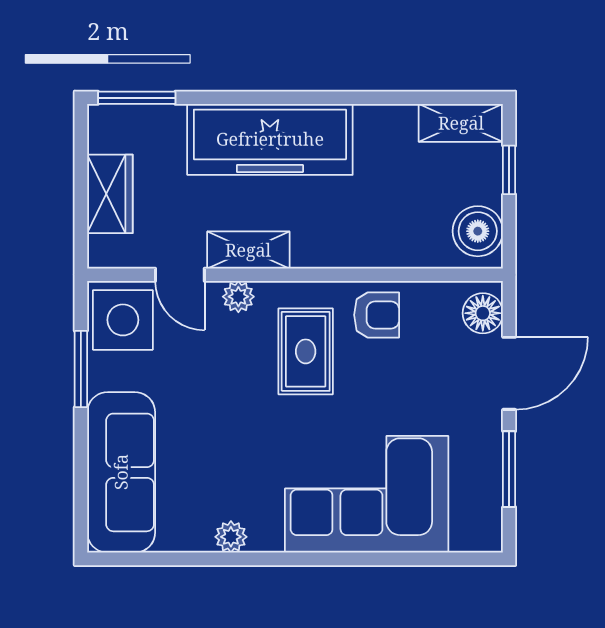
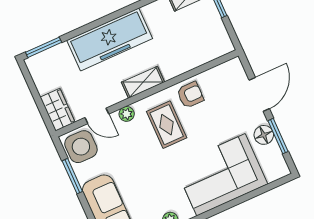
wardrobe: (110, 194) -> (58, 110), moved
boiler: (478, 231) -> (218, 39), removed
shelving: (248, 250) -> (143, 82), moved
floor lamp: (483, 313) -> (264, 135), moved

